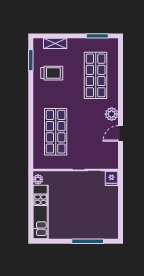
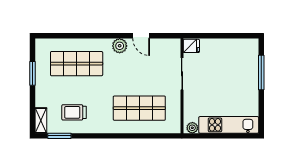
window: (97, 36) -> (33, 73), moved
shelving: (55, 43) -> (41, 120), moved
trolley: (52, 73) -> (74, 112), turned -90

